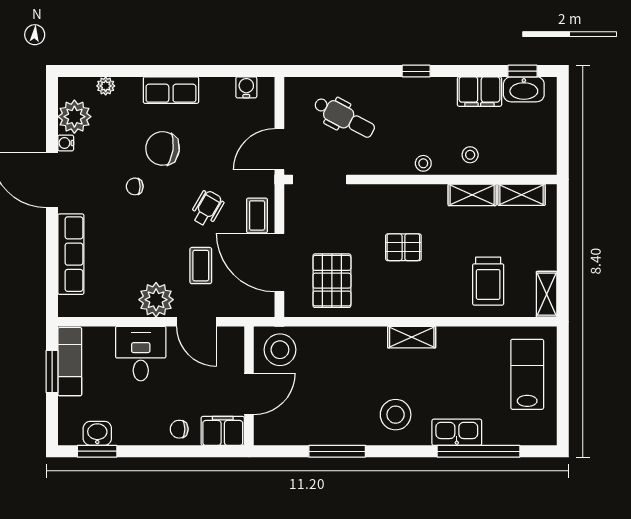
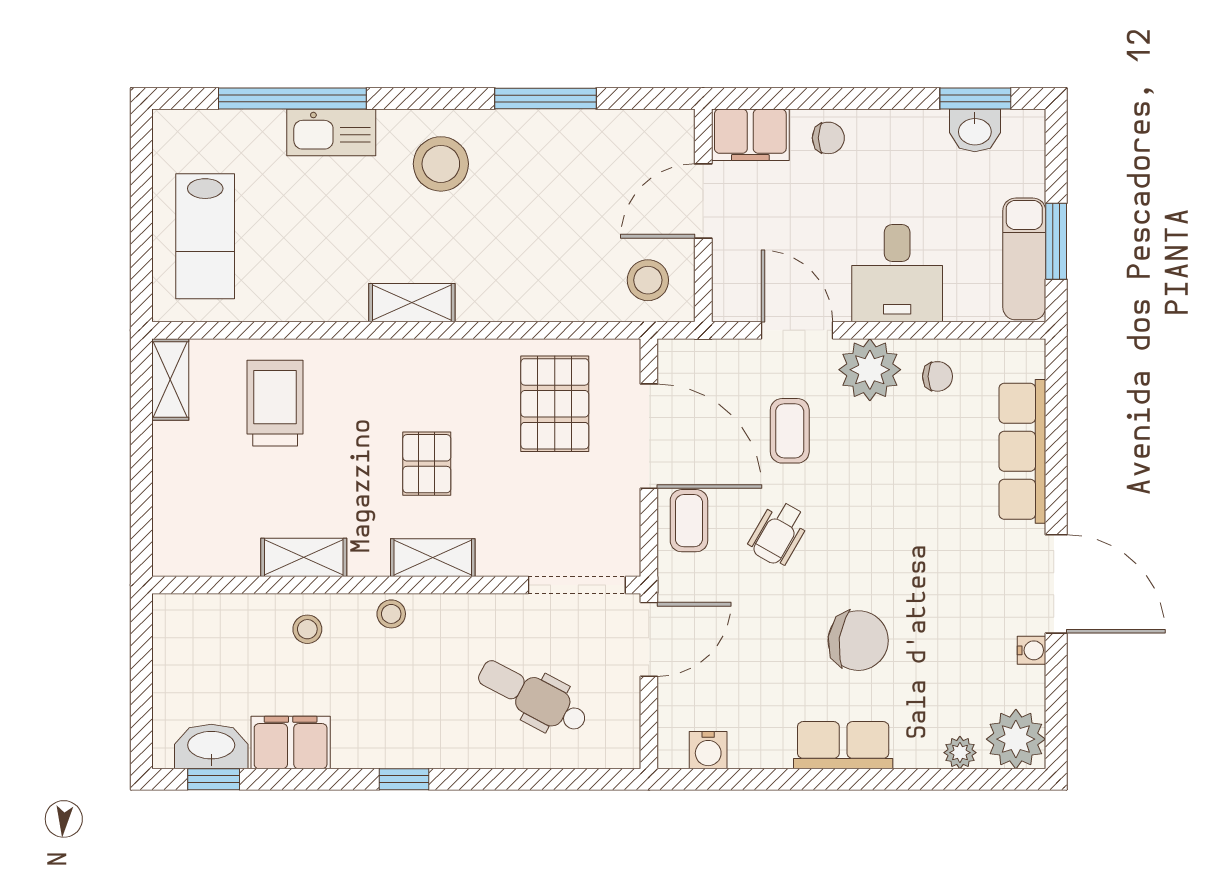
plant: (74, 117) -> (1016, 739), moved
chair: (135, 186) -> (938, 376), moved
shelving: (521, 195) -> (433, 558), moved
pallet: (403, 247) -> (427, 464), turned 90
stool: (280, 350) -> (648, 280), width x0.73, depth x0.73

